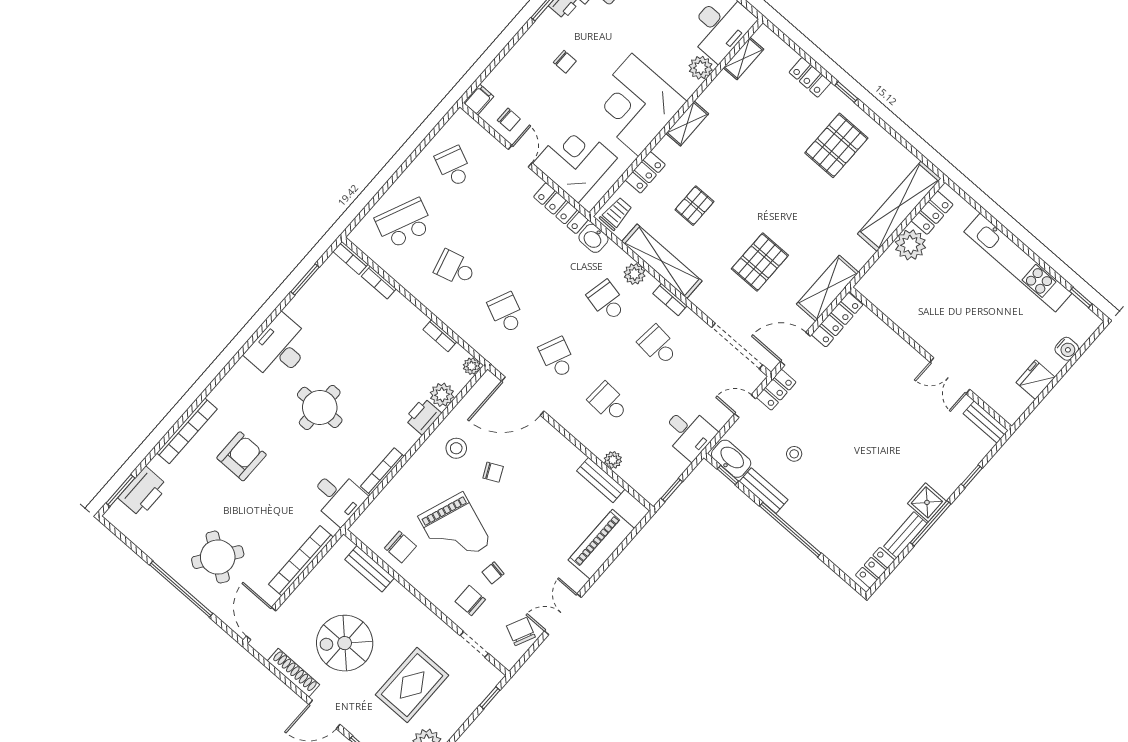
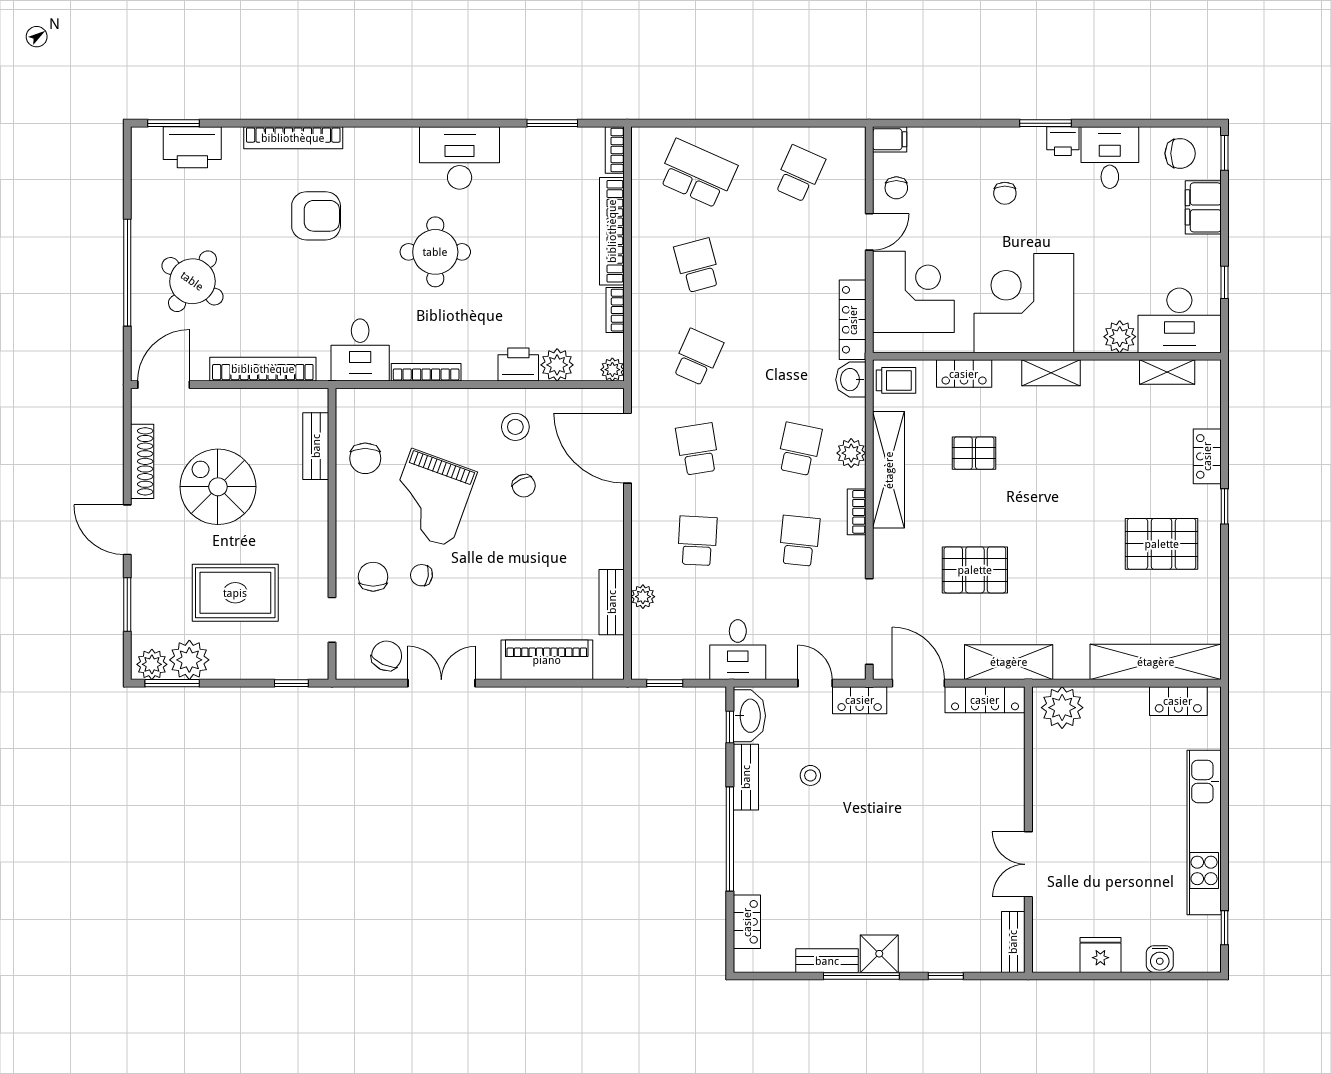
plant: (910, 245) -> (1062, 708), moved
bookcase: (379, 283) -> (612, 231), width x2.31, depth x1.31
school desk: (557, 358) -> (697, 449), turned -33
locker: (875, 568) -> (747, 922), moved, turned 90

